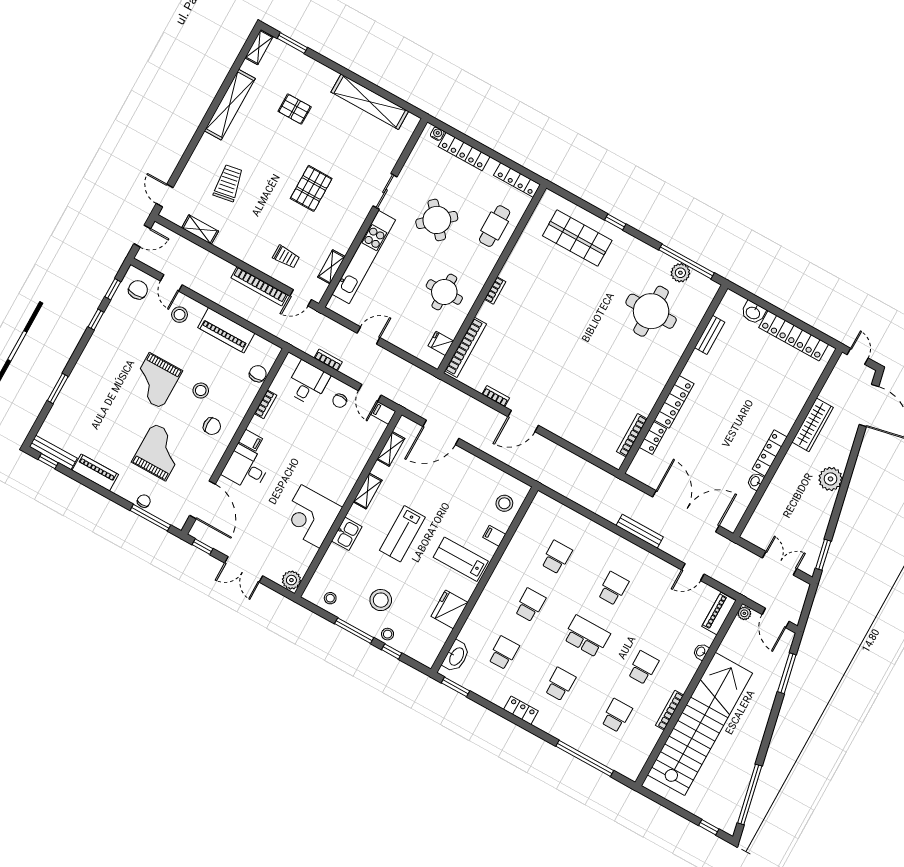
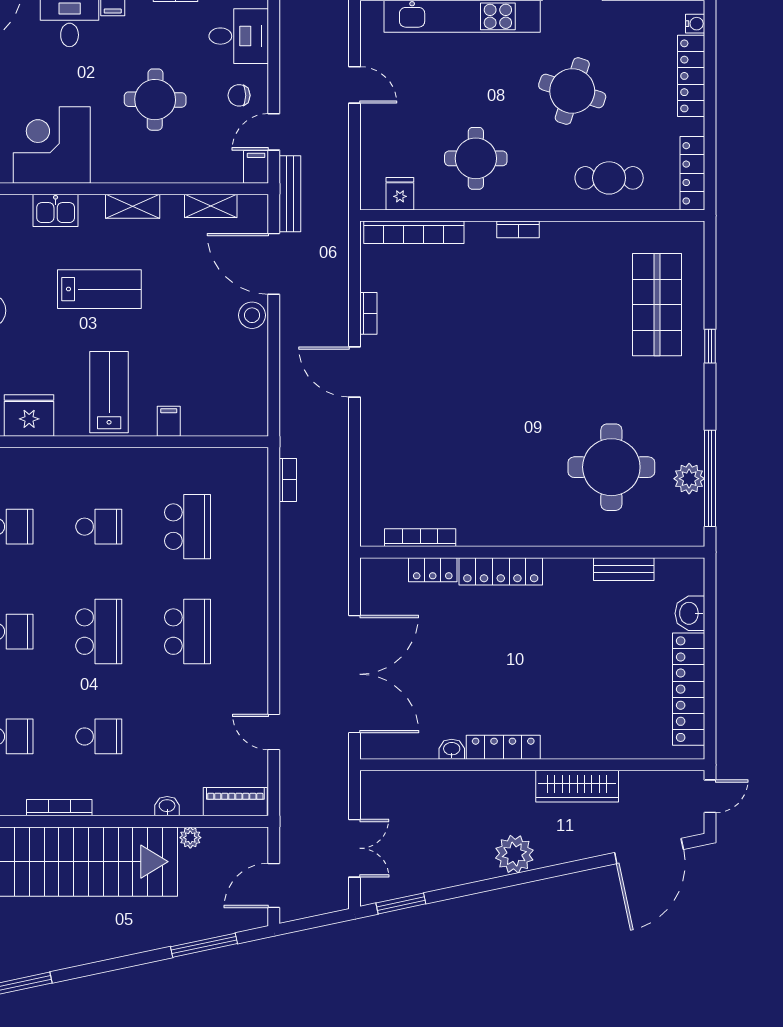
round table: (437, 220) -> (572, 91), turned -31
bookcase: (328, 360) -> (288, 480), moved
round table: (317, 447) -> (155, 100), added
stool: (504, 503) -> (252, 315), moved
bench: (640, 531) -> (290, 194), moved
lab bench: (402, 534) -> (99, 289), turned 180
school desk: (557, 557) -> (188, 527), width x1.85
school desk: (613, 588) -> (188, 632), width x1.85
plant: (744, 613) -> (190, 838), moved

